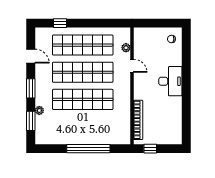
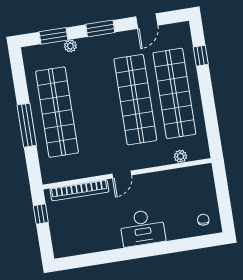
door: (132, 66) -> (122, 175), moved
shop shelf: (83, 99) -> (57, 112), moved
window: (88, 149) -> (27, 125), width x0.68

